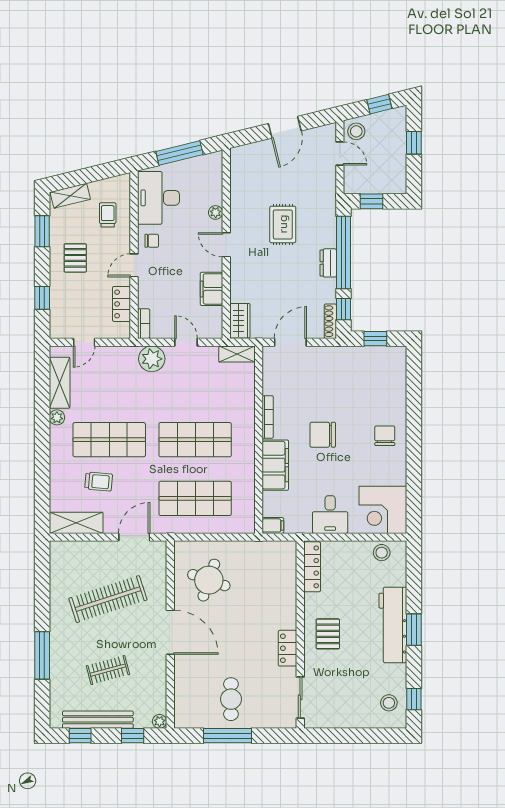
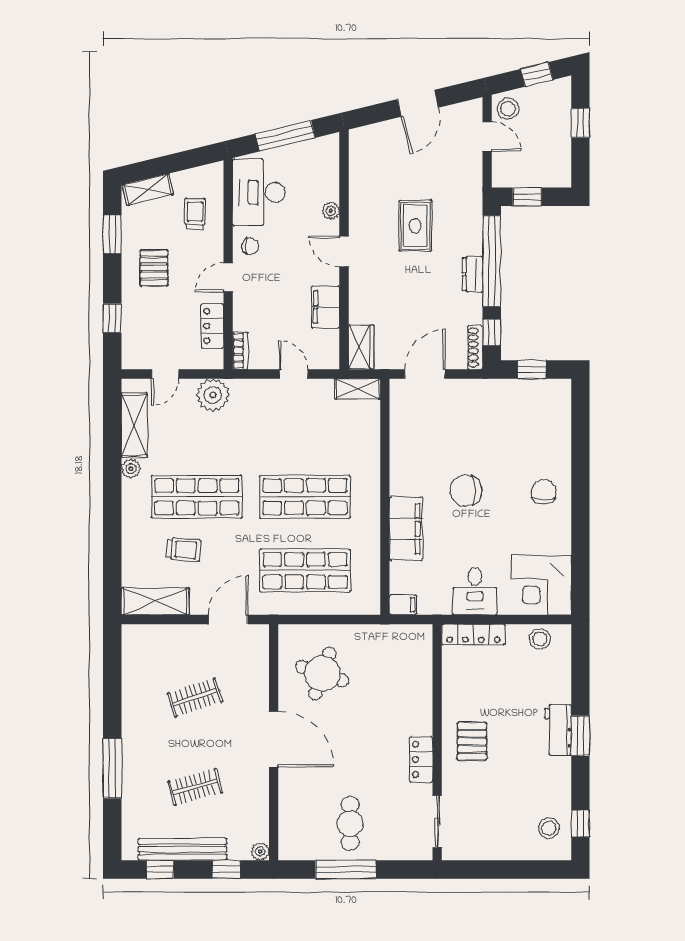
plant: (152, 359) -> (213, 395), moved
bookcase: (268, 417) -> (396, 468), removed
locker: (312, 567) -> (473, 634), moved, turned 90
clothes rail: (108, 599) -> (195, 697), width x0.54, depth x0.76
workbench: (393, 625) -> (558, 730), width x0.53, depth x0.76

